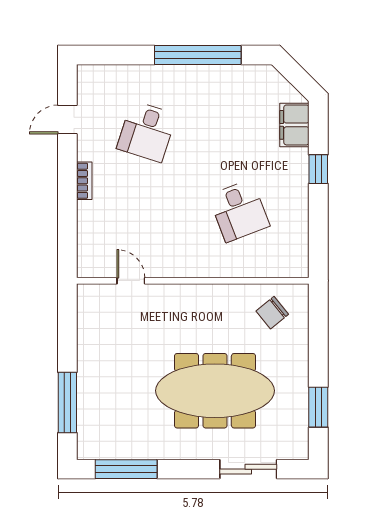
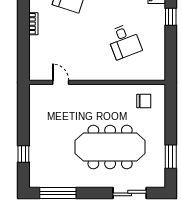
chair: (272, 313) -> (144, 101), turned -141
window: (67, 403) -> (23, 154), width x0.46

